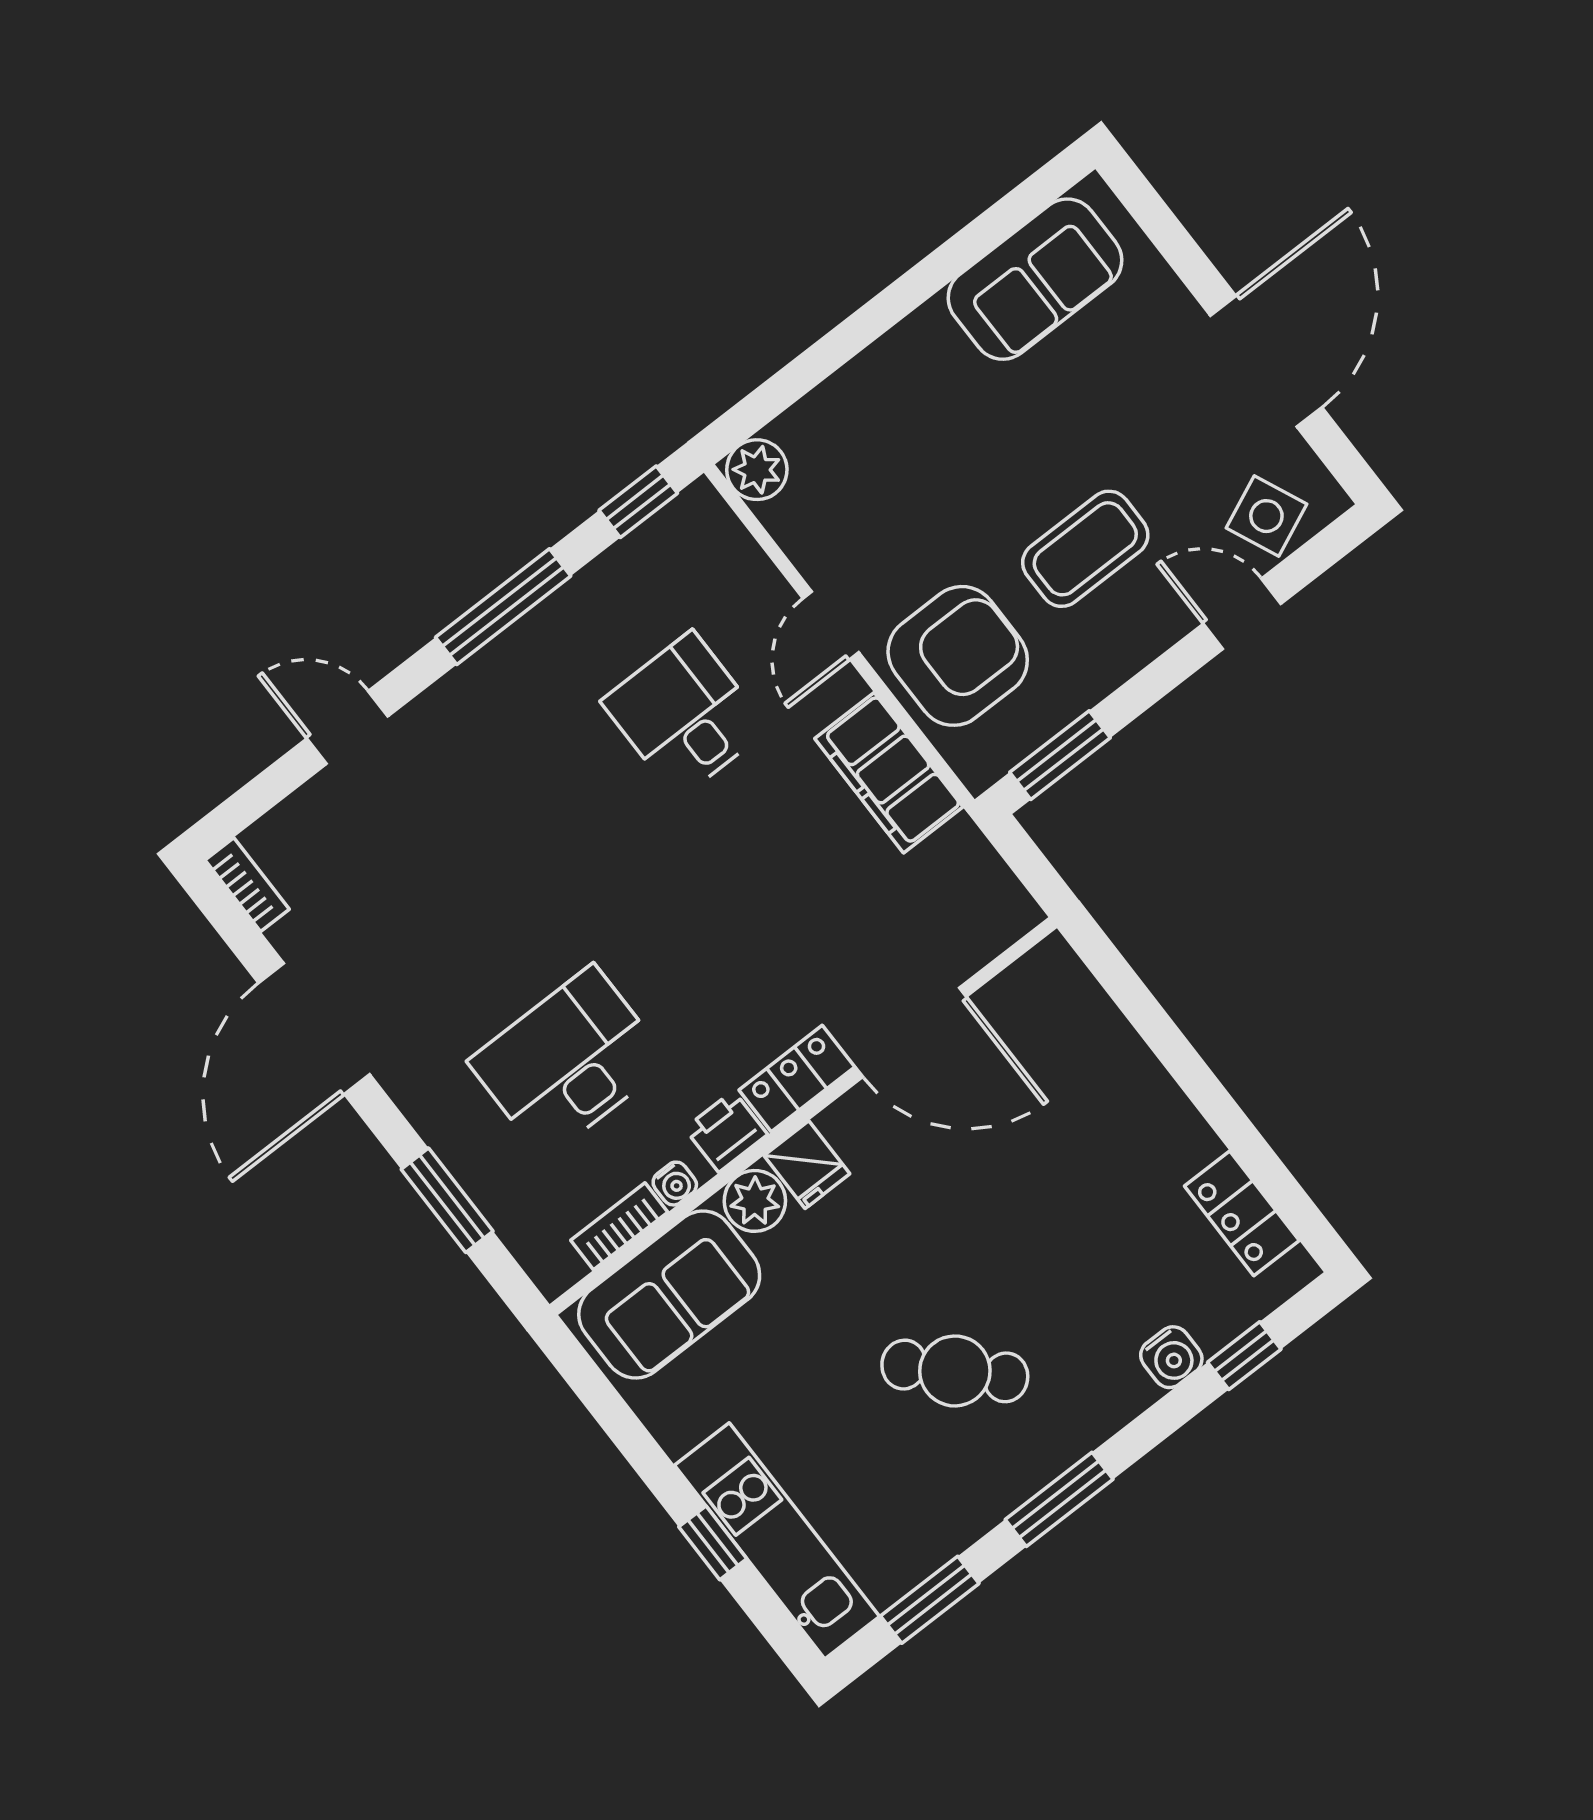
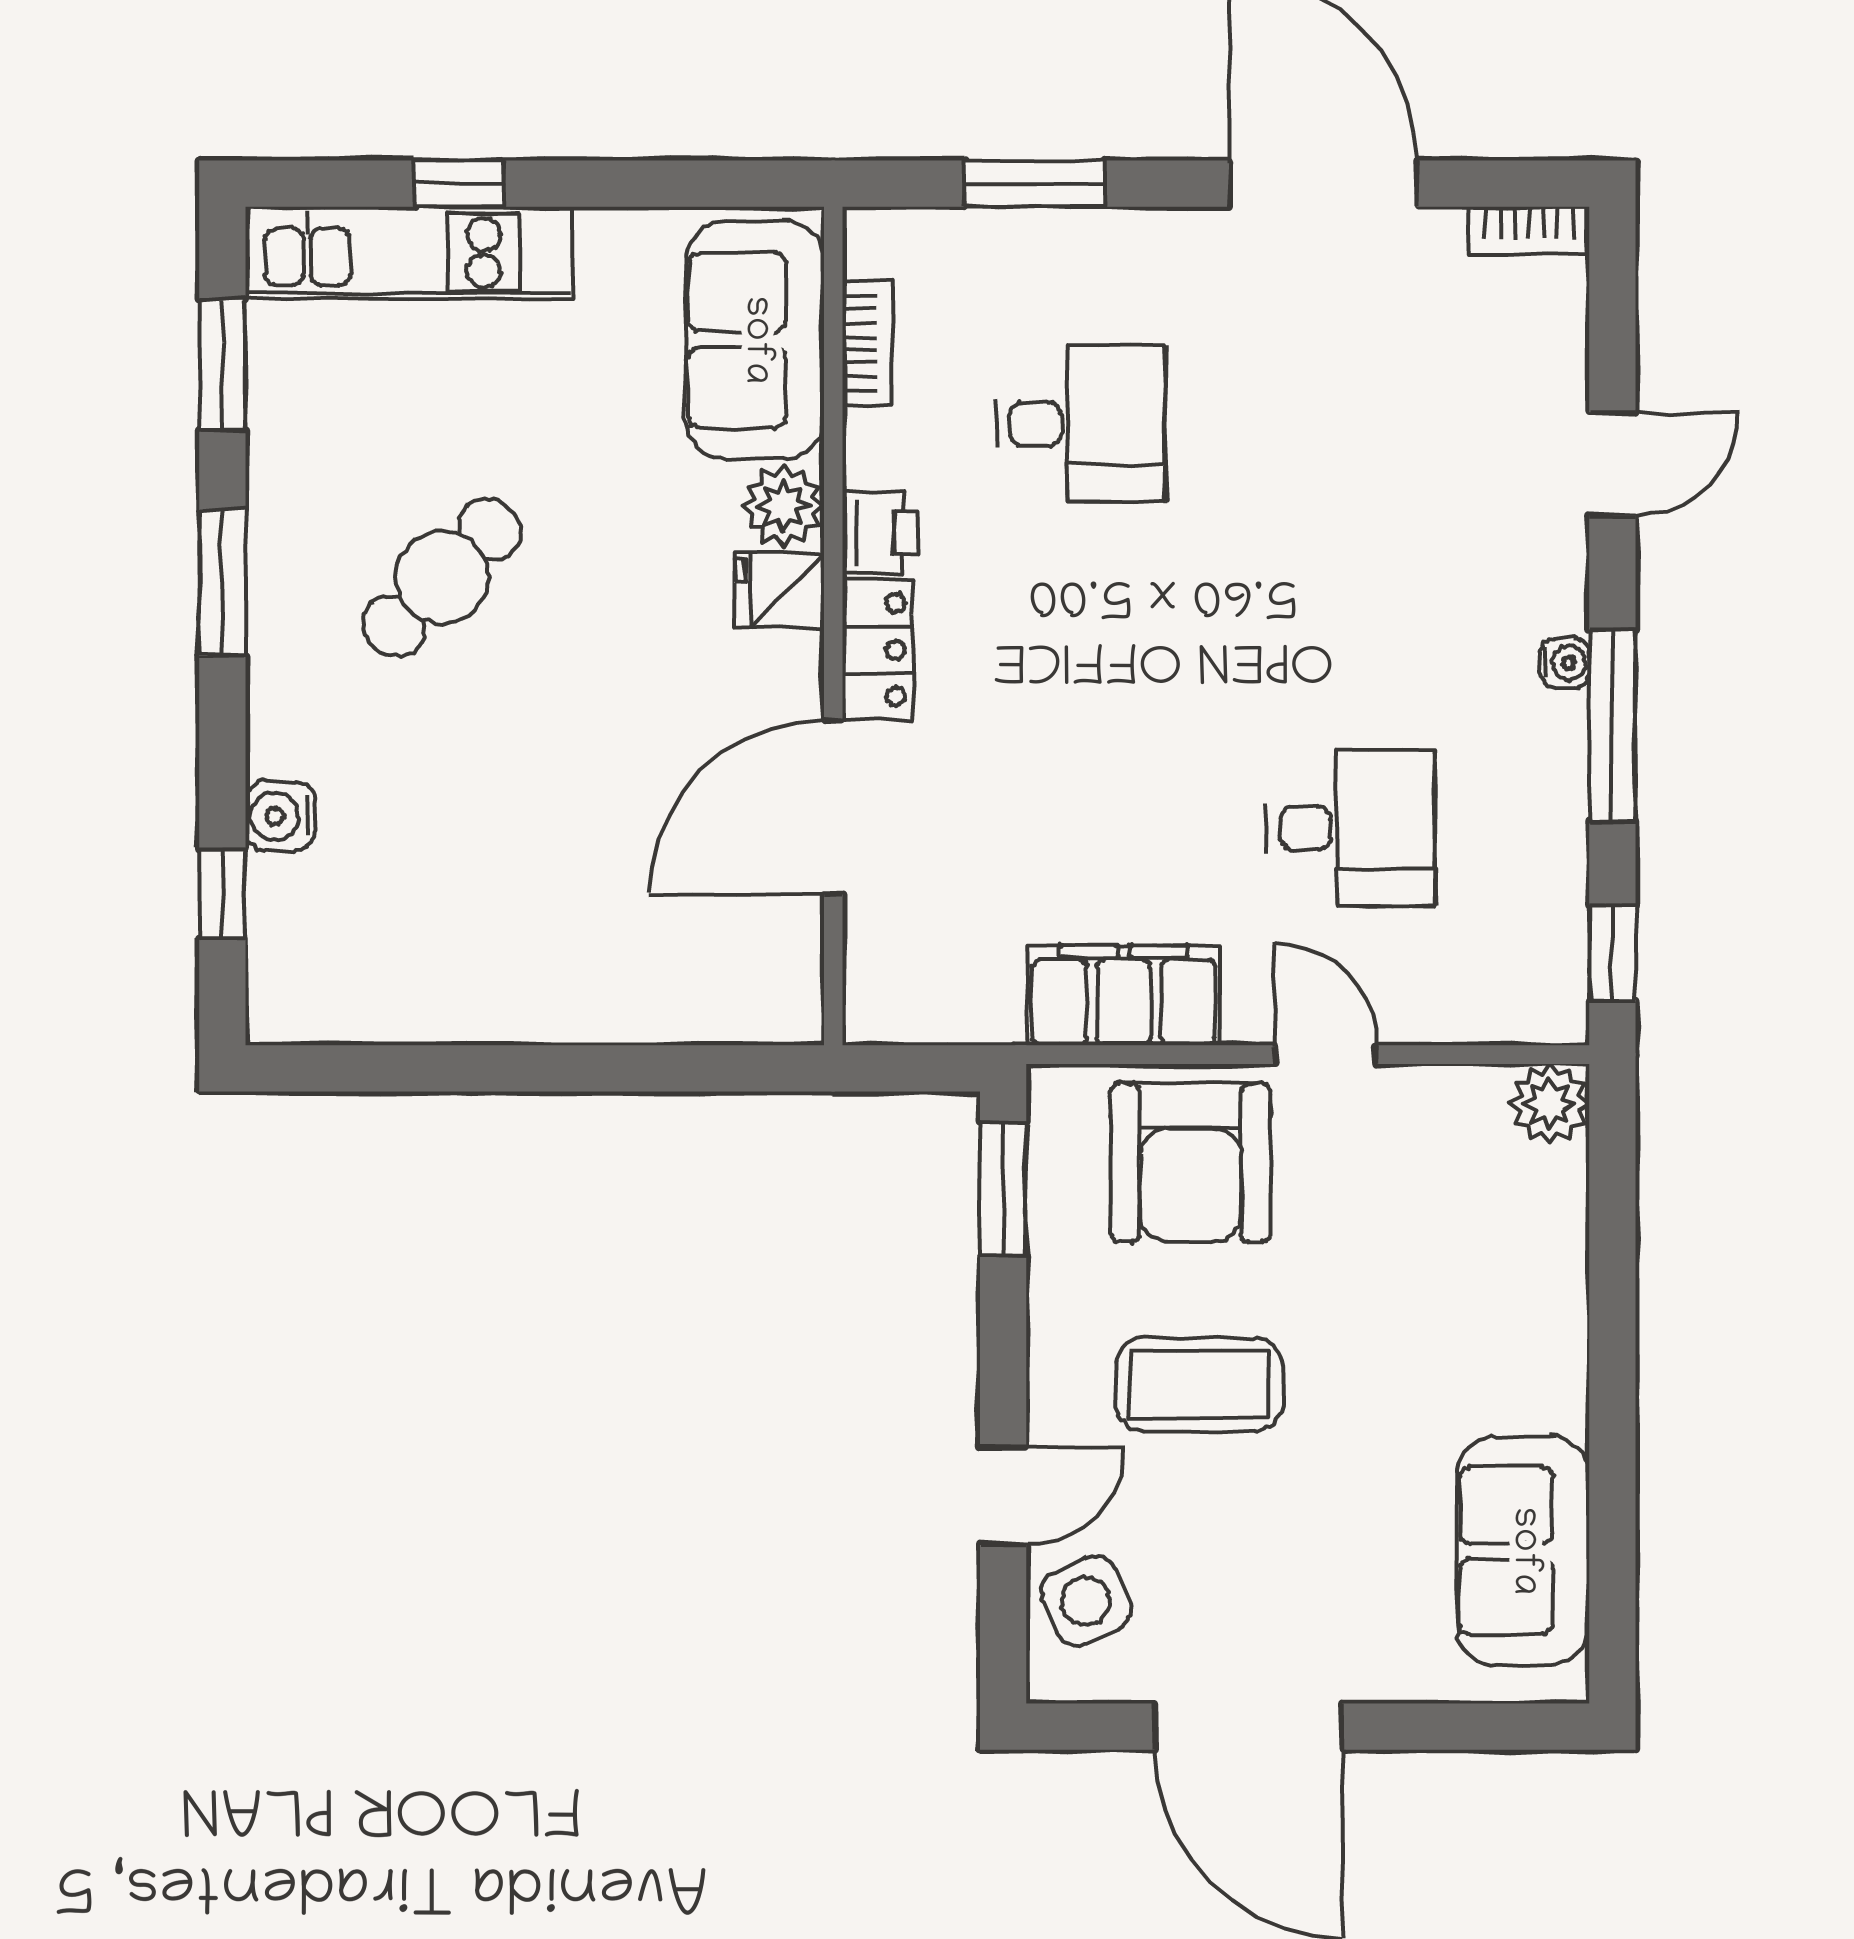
coffee table: (1085, 549) -> (1199, 1384), turned 90
desk: (569, 1062) -> (1081, 424), width x0.73
water cooler: (675, 1184) -> (1565, 663), moved, turned 180
locker: (1242, 1213) -> (374, 1007), removed

